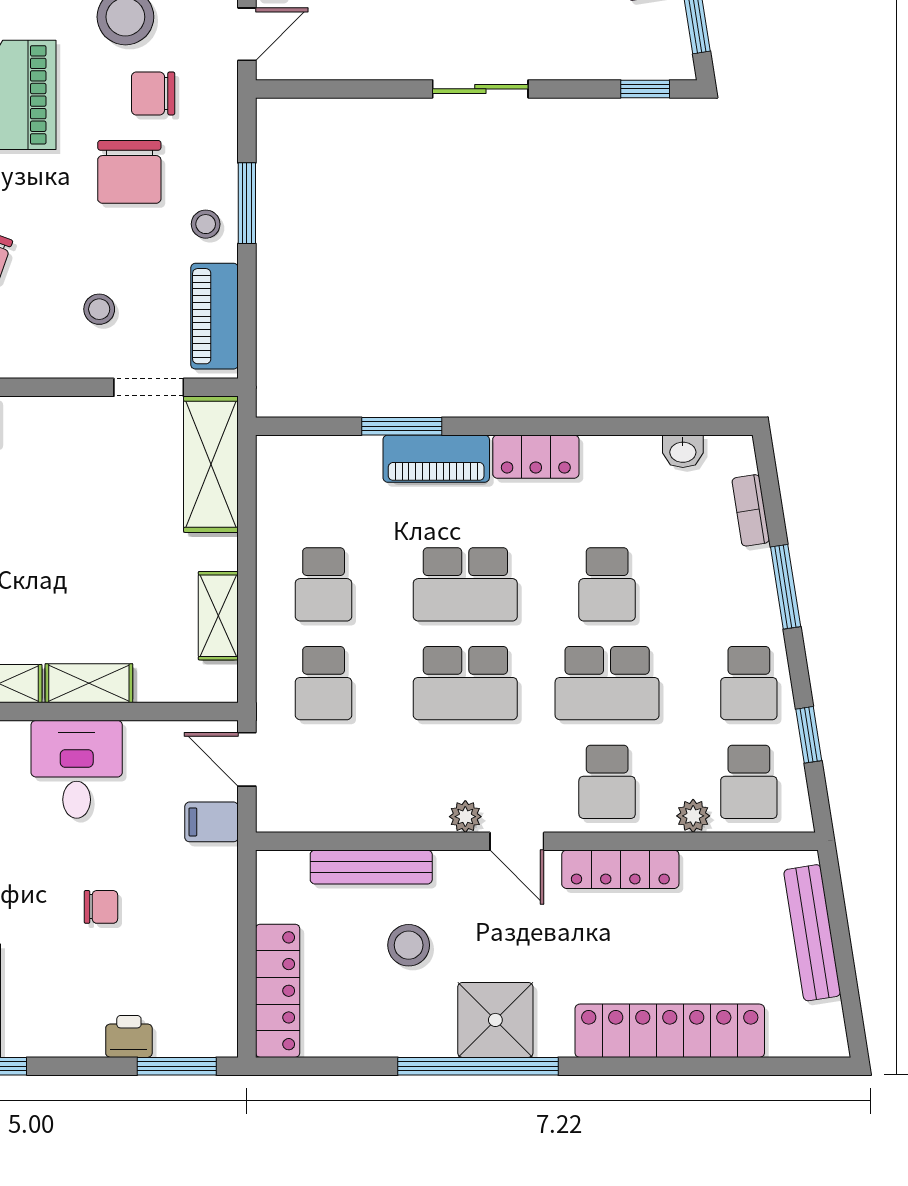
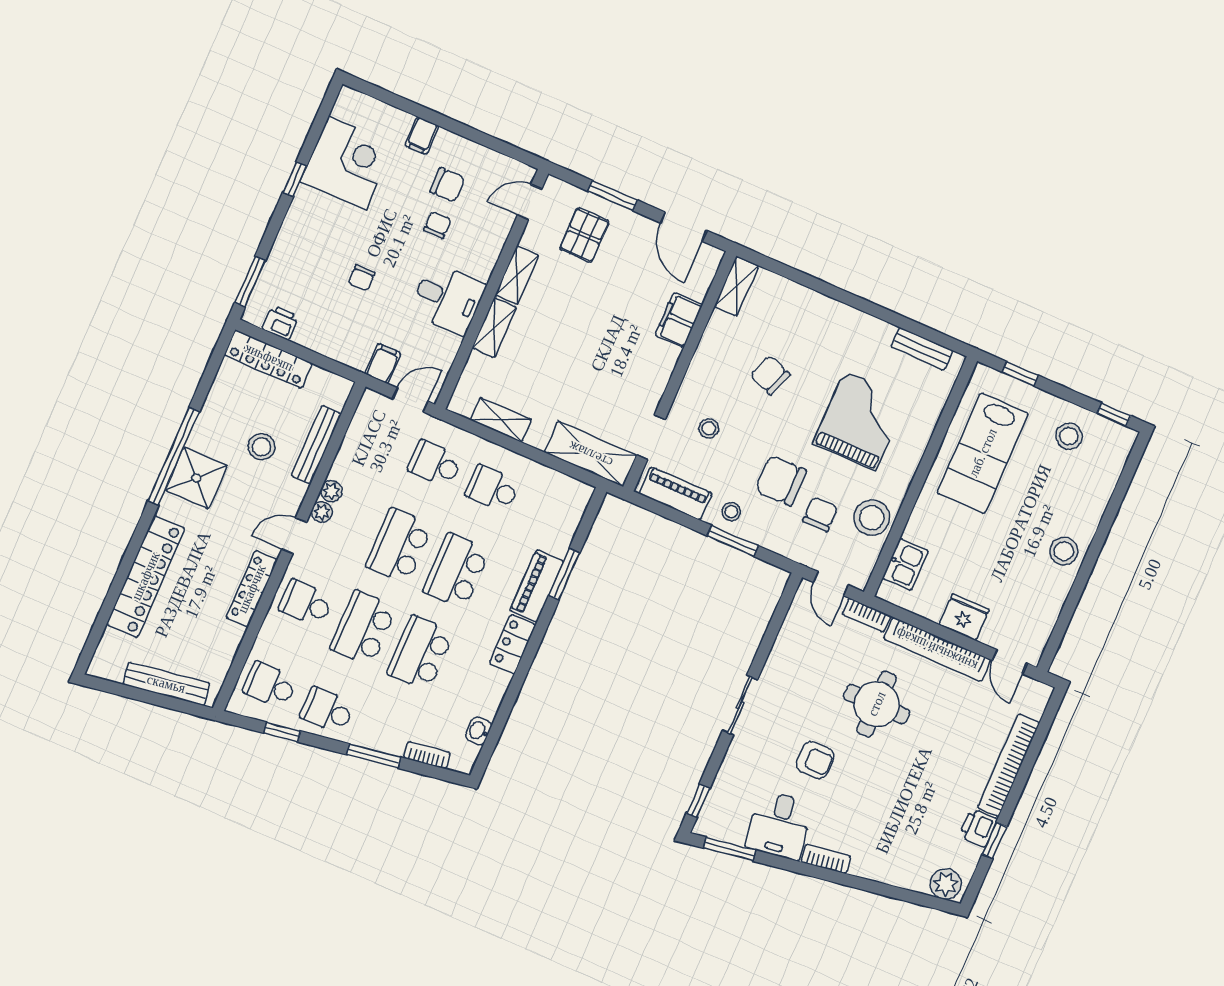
school desk: (607, 584) -> (420, 653), width x1.85
plant: (693, 816) -> (331, 491), moved
printer: (129, 1036) -> (280, 323), moved, turned -90

